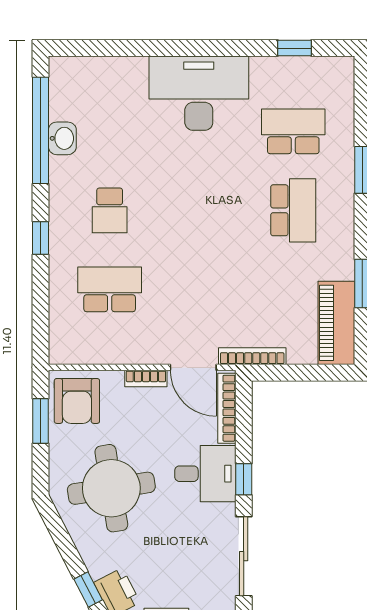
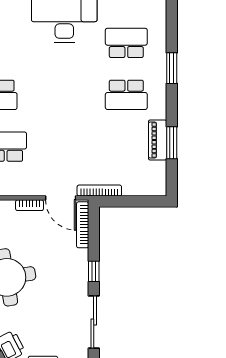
school desk: (293, 210) -> (126, 95), turned 90
piano: (336, 323) -> (158, 140), moved, width x0.73, depth x0.75
desk: (205, 474) -> (69, 268), removed

